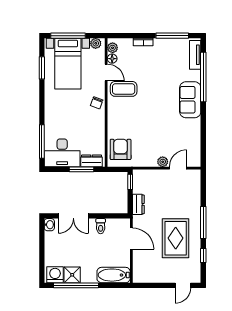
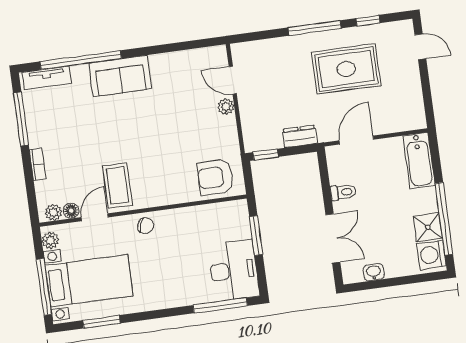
dresser: (92, 161) -> (240, 221), removed
washbasin: (49, 225) -> (374, 272), moved

